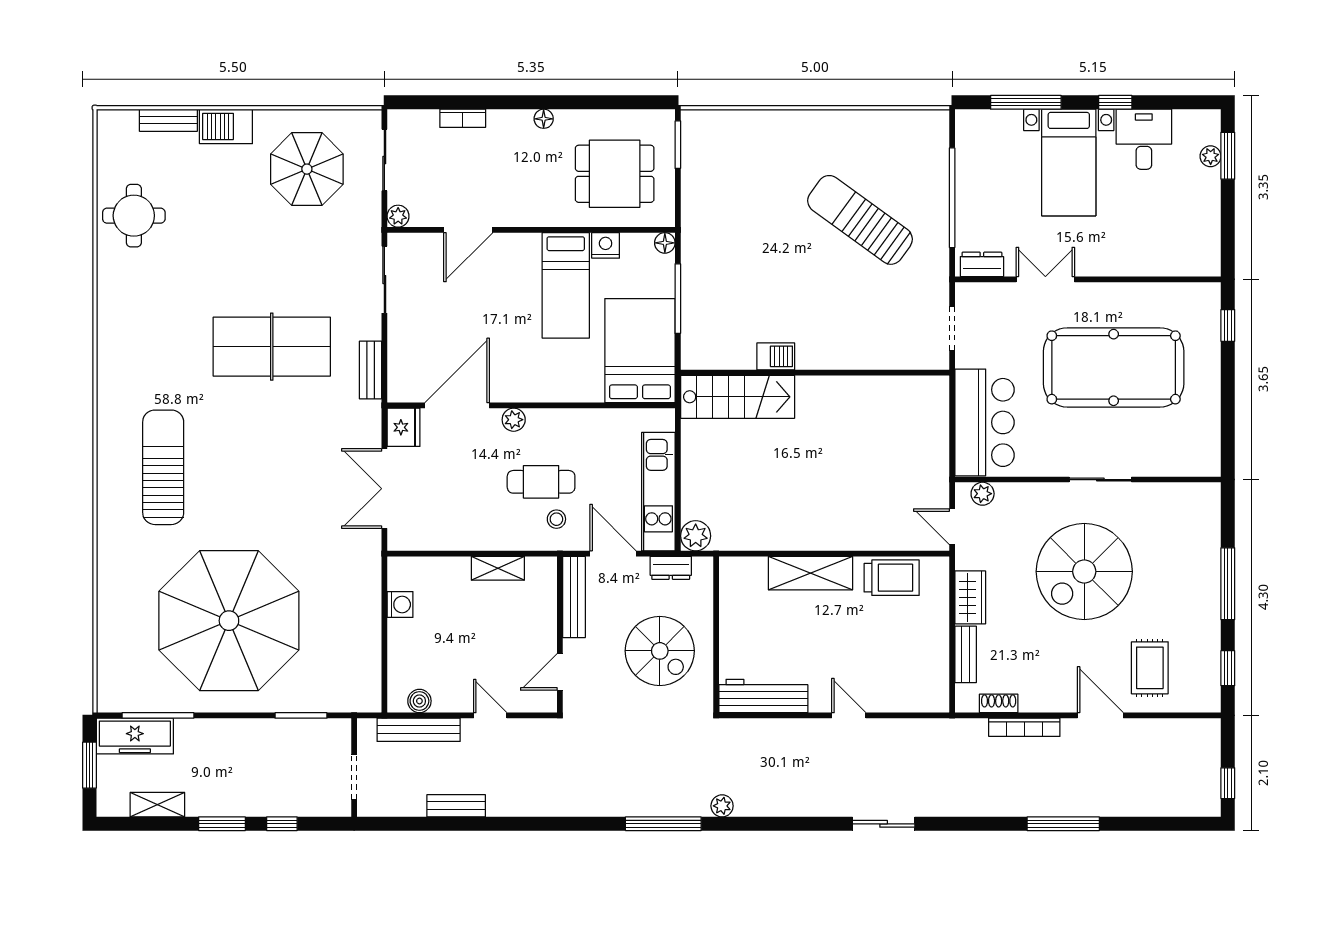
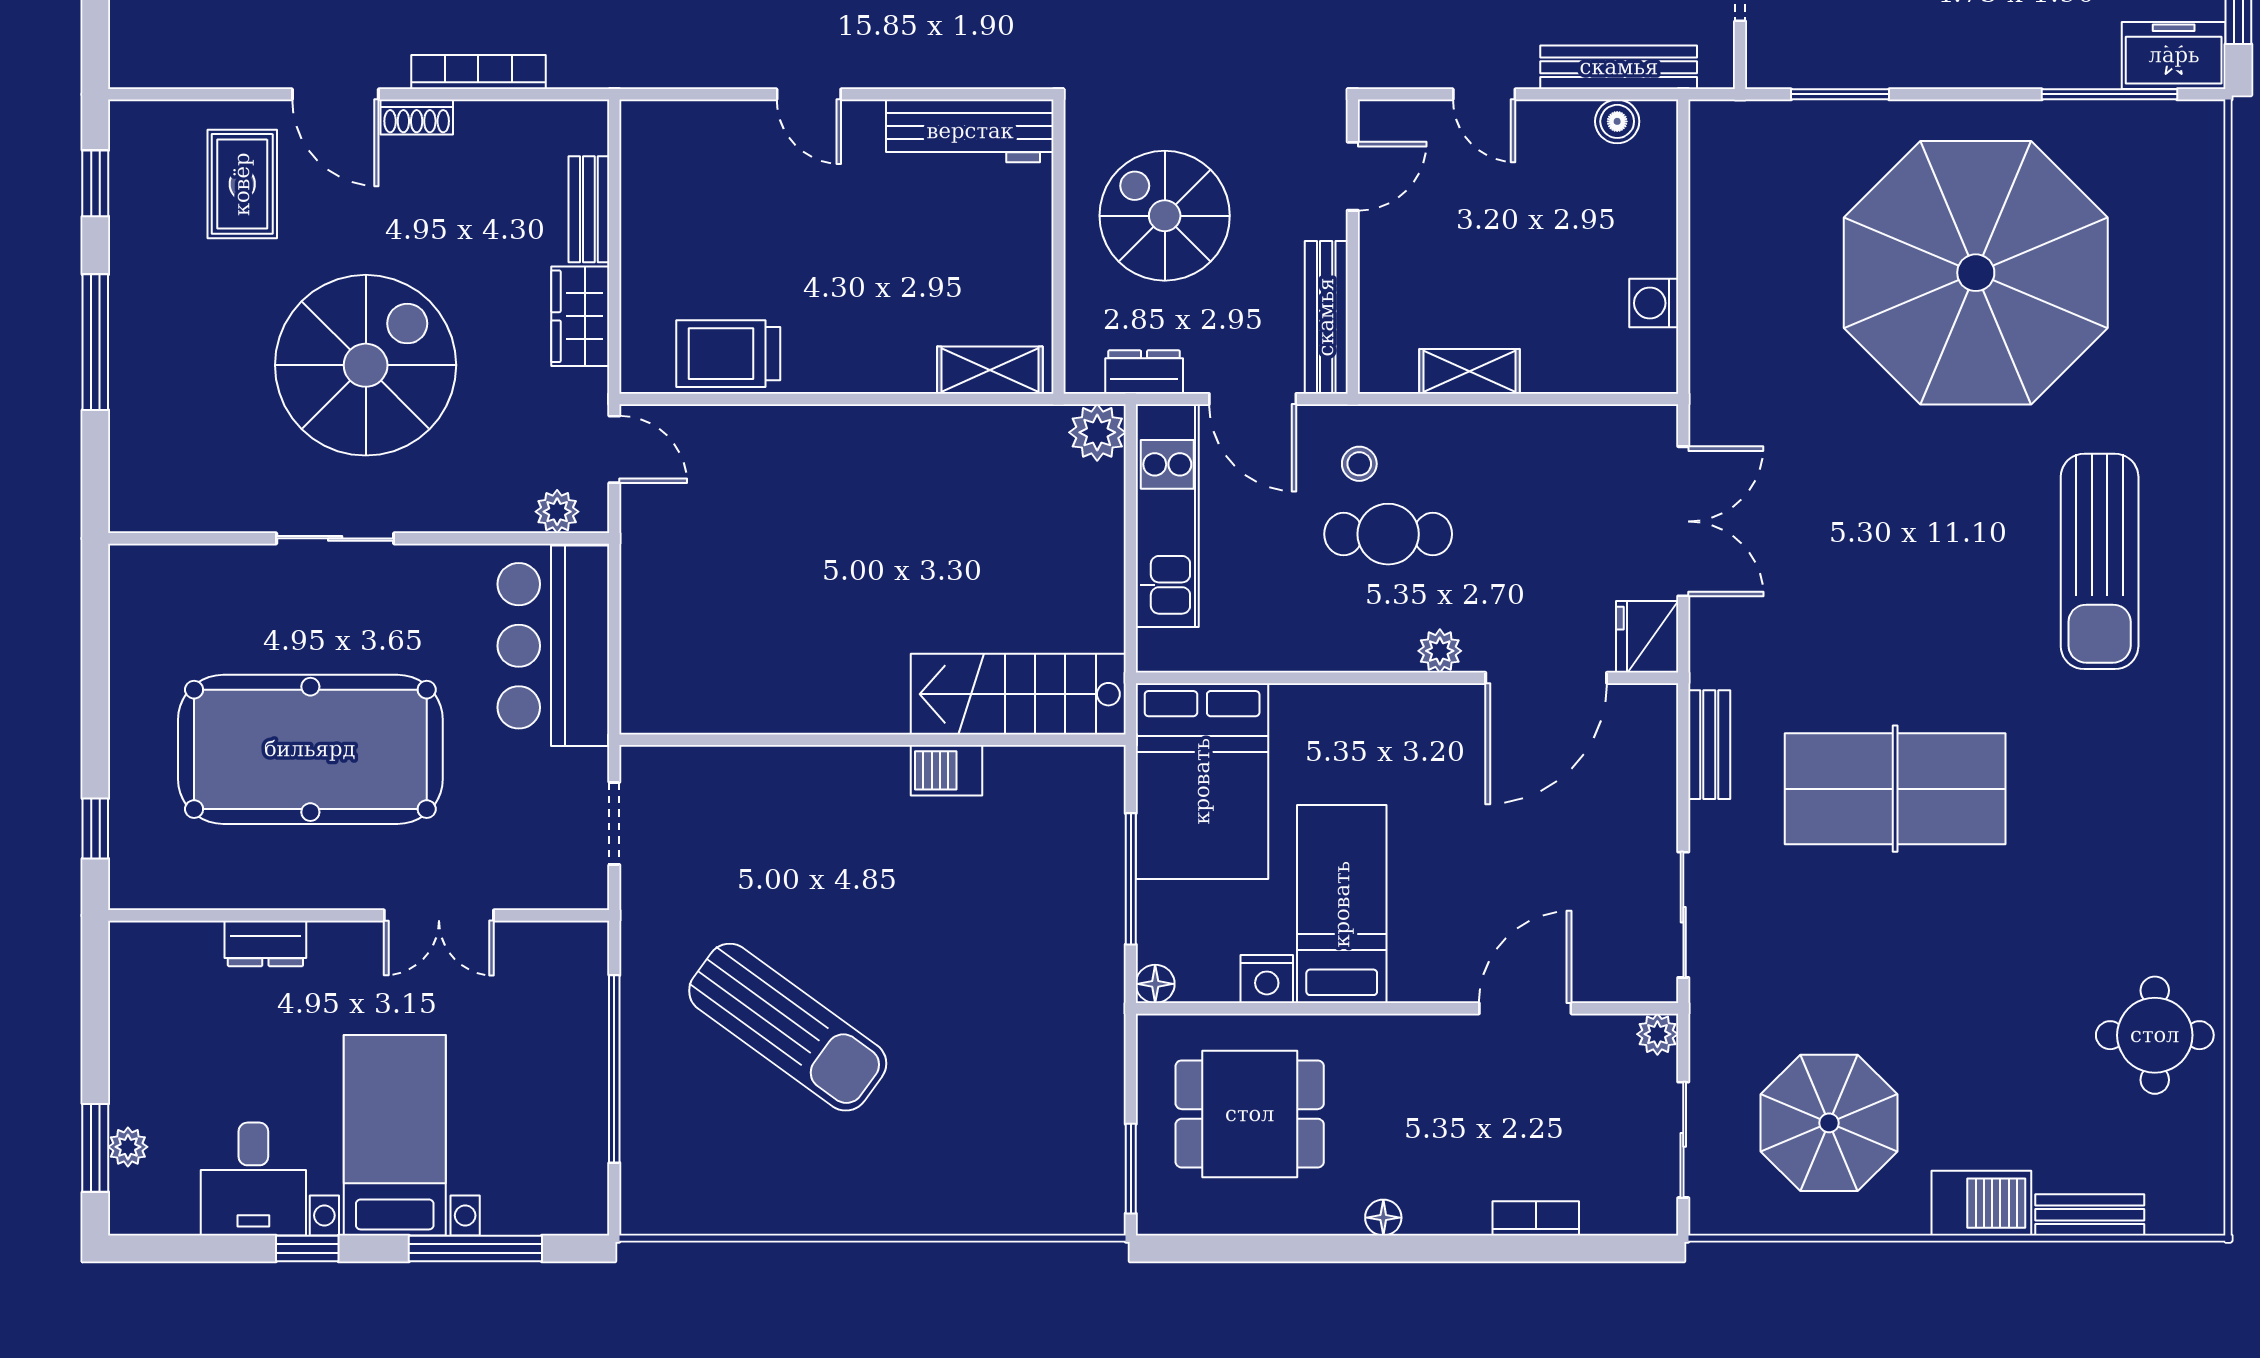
dresser: (982, 264) -> (265, 943), moved
shelving: (810, 573) -> (990, 370), moved, width x0.67, depth x0.75
shoe rack: (999, 703) -> (417, 117), moved
freezer: (135, 736) -> (2174, 55), width x0.71

